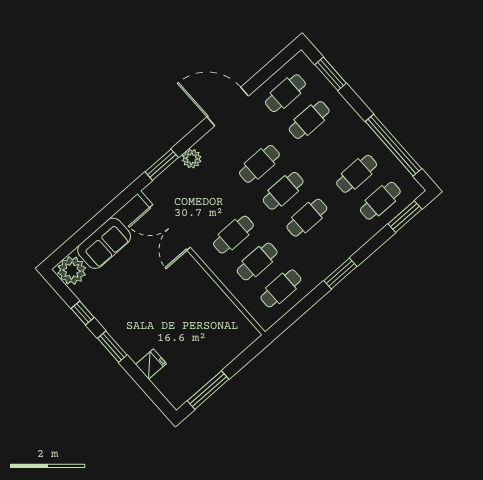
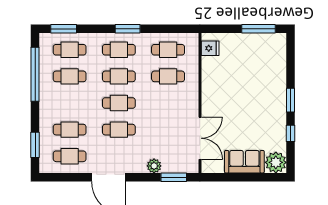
cafe table: (233, 235) -> (119, 50), moved
fridge: (151, 364) -> (210, 48), moved, turned 180

